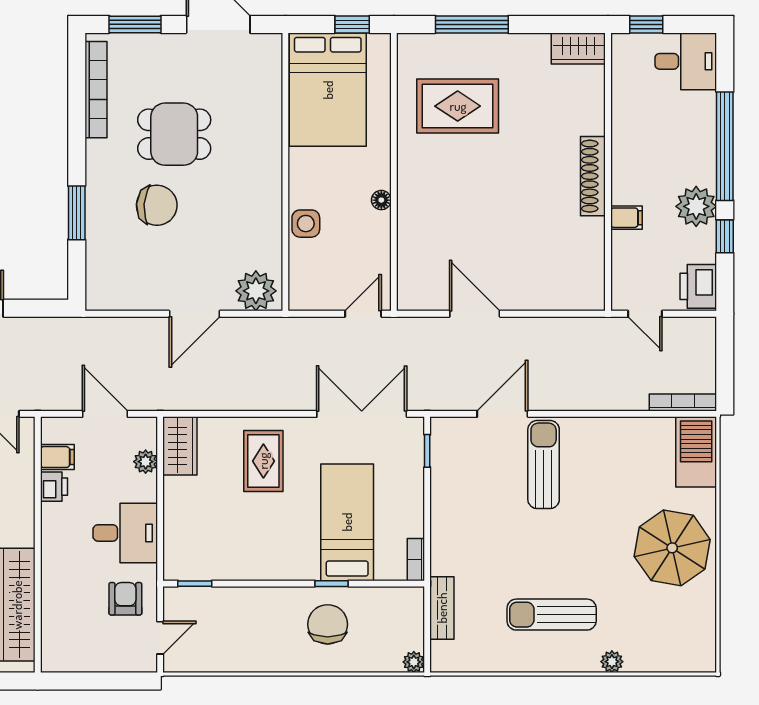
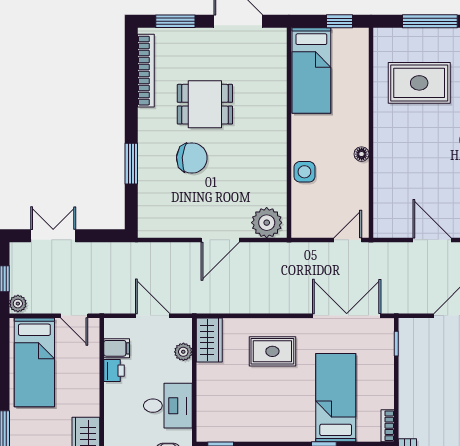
bed: (328, 90) -> (311, 70), width x0.67
rug: (263, 461) -> (272, 351), turned 90

